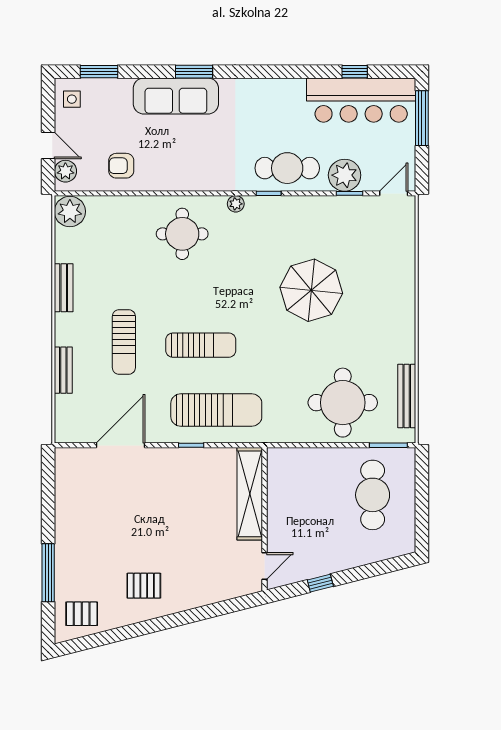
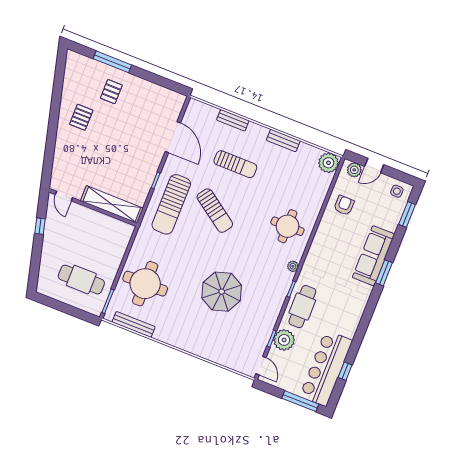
sun lounger: (124, 342) -> (235, 164), turned 180
sun lounger: (201, 345) -> (215, 211), turned -55
pallet: (82, 614) -> (111, 92), moved

